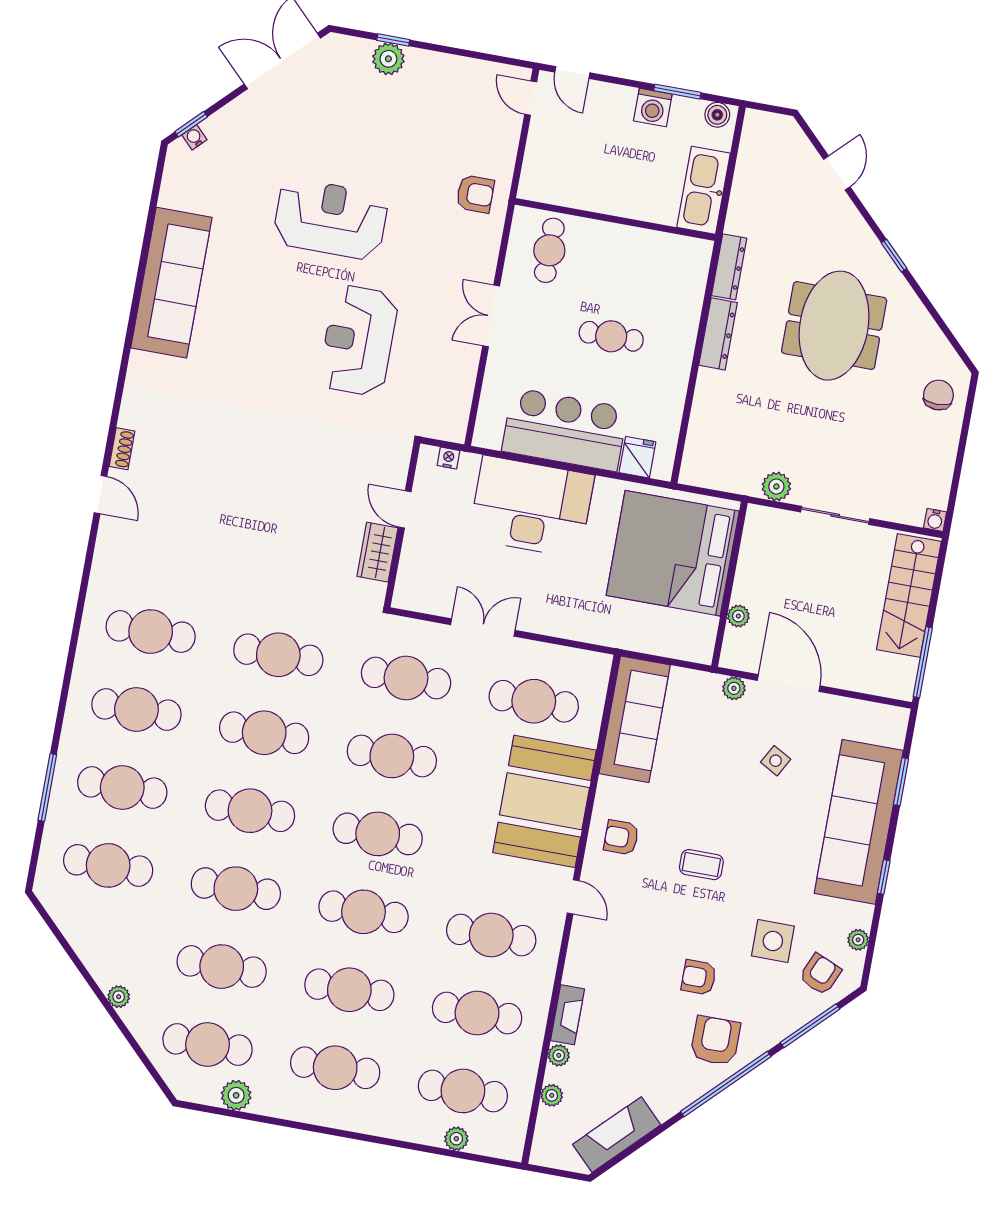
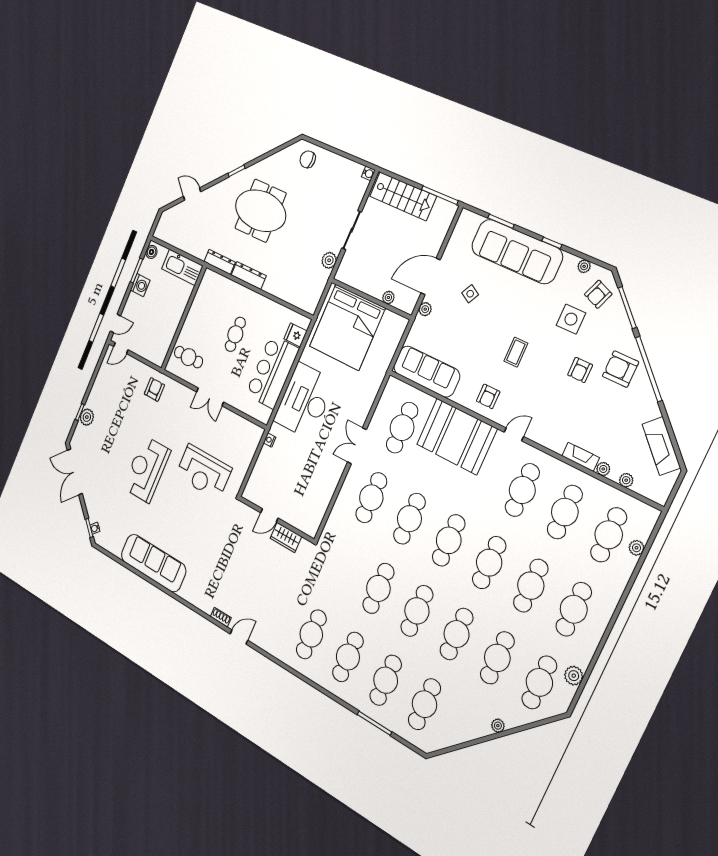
door: (405, 509) -> (269, 515), moved
wall: (402, 525) -> (276, 519), moved
wardrobe: (377, 552) -> (286, 537), moved
cafe table: (278, 655) -> (341, 567), removed
armchair: (820, 974) -> (598, 294), turned -91

